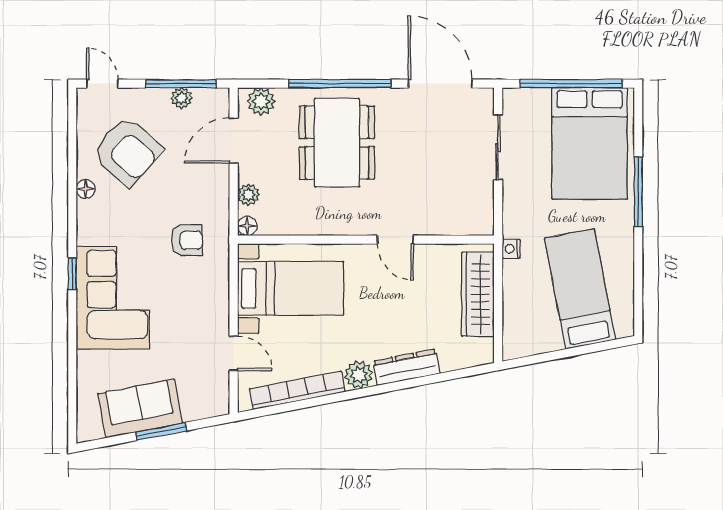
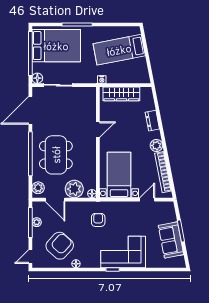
floor lamp: (514, 100) -> (37, 78), added
dining table: (337, 143) -> (56, 155), turned 90
plant: (249, 195) -> (74, 189), width x1.88, depth x1.88
dresser: (406, 367) -> (152, 121), width x0.70

